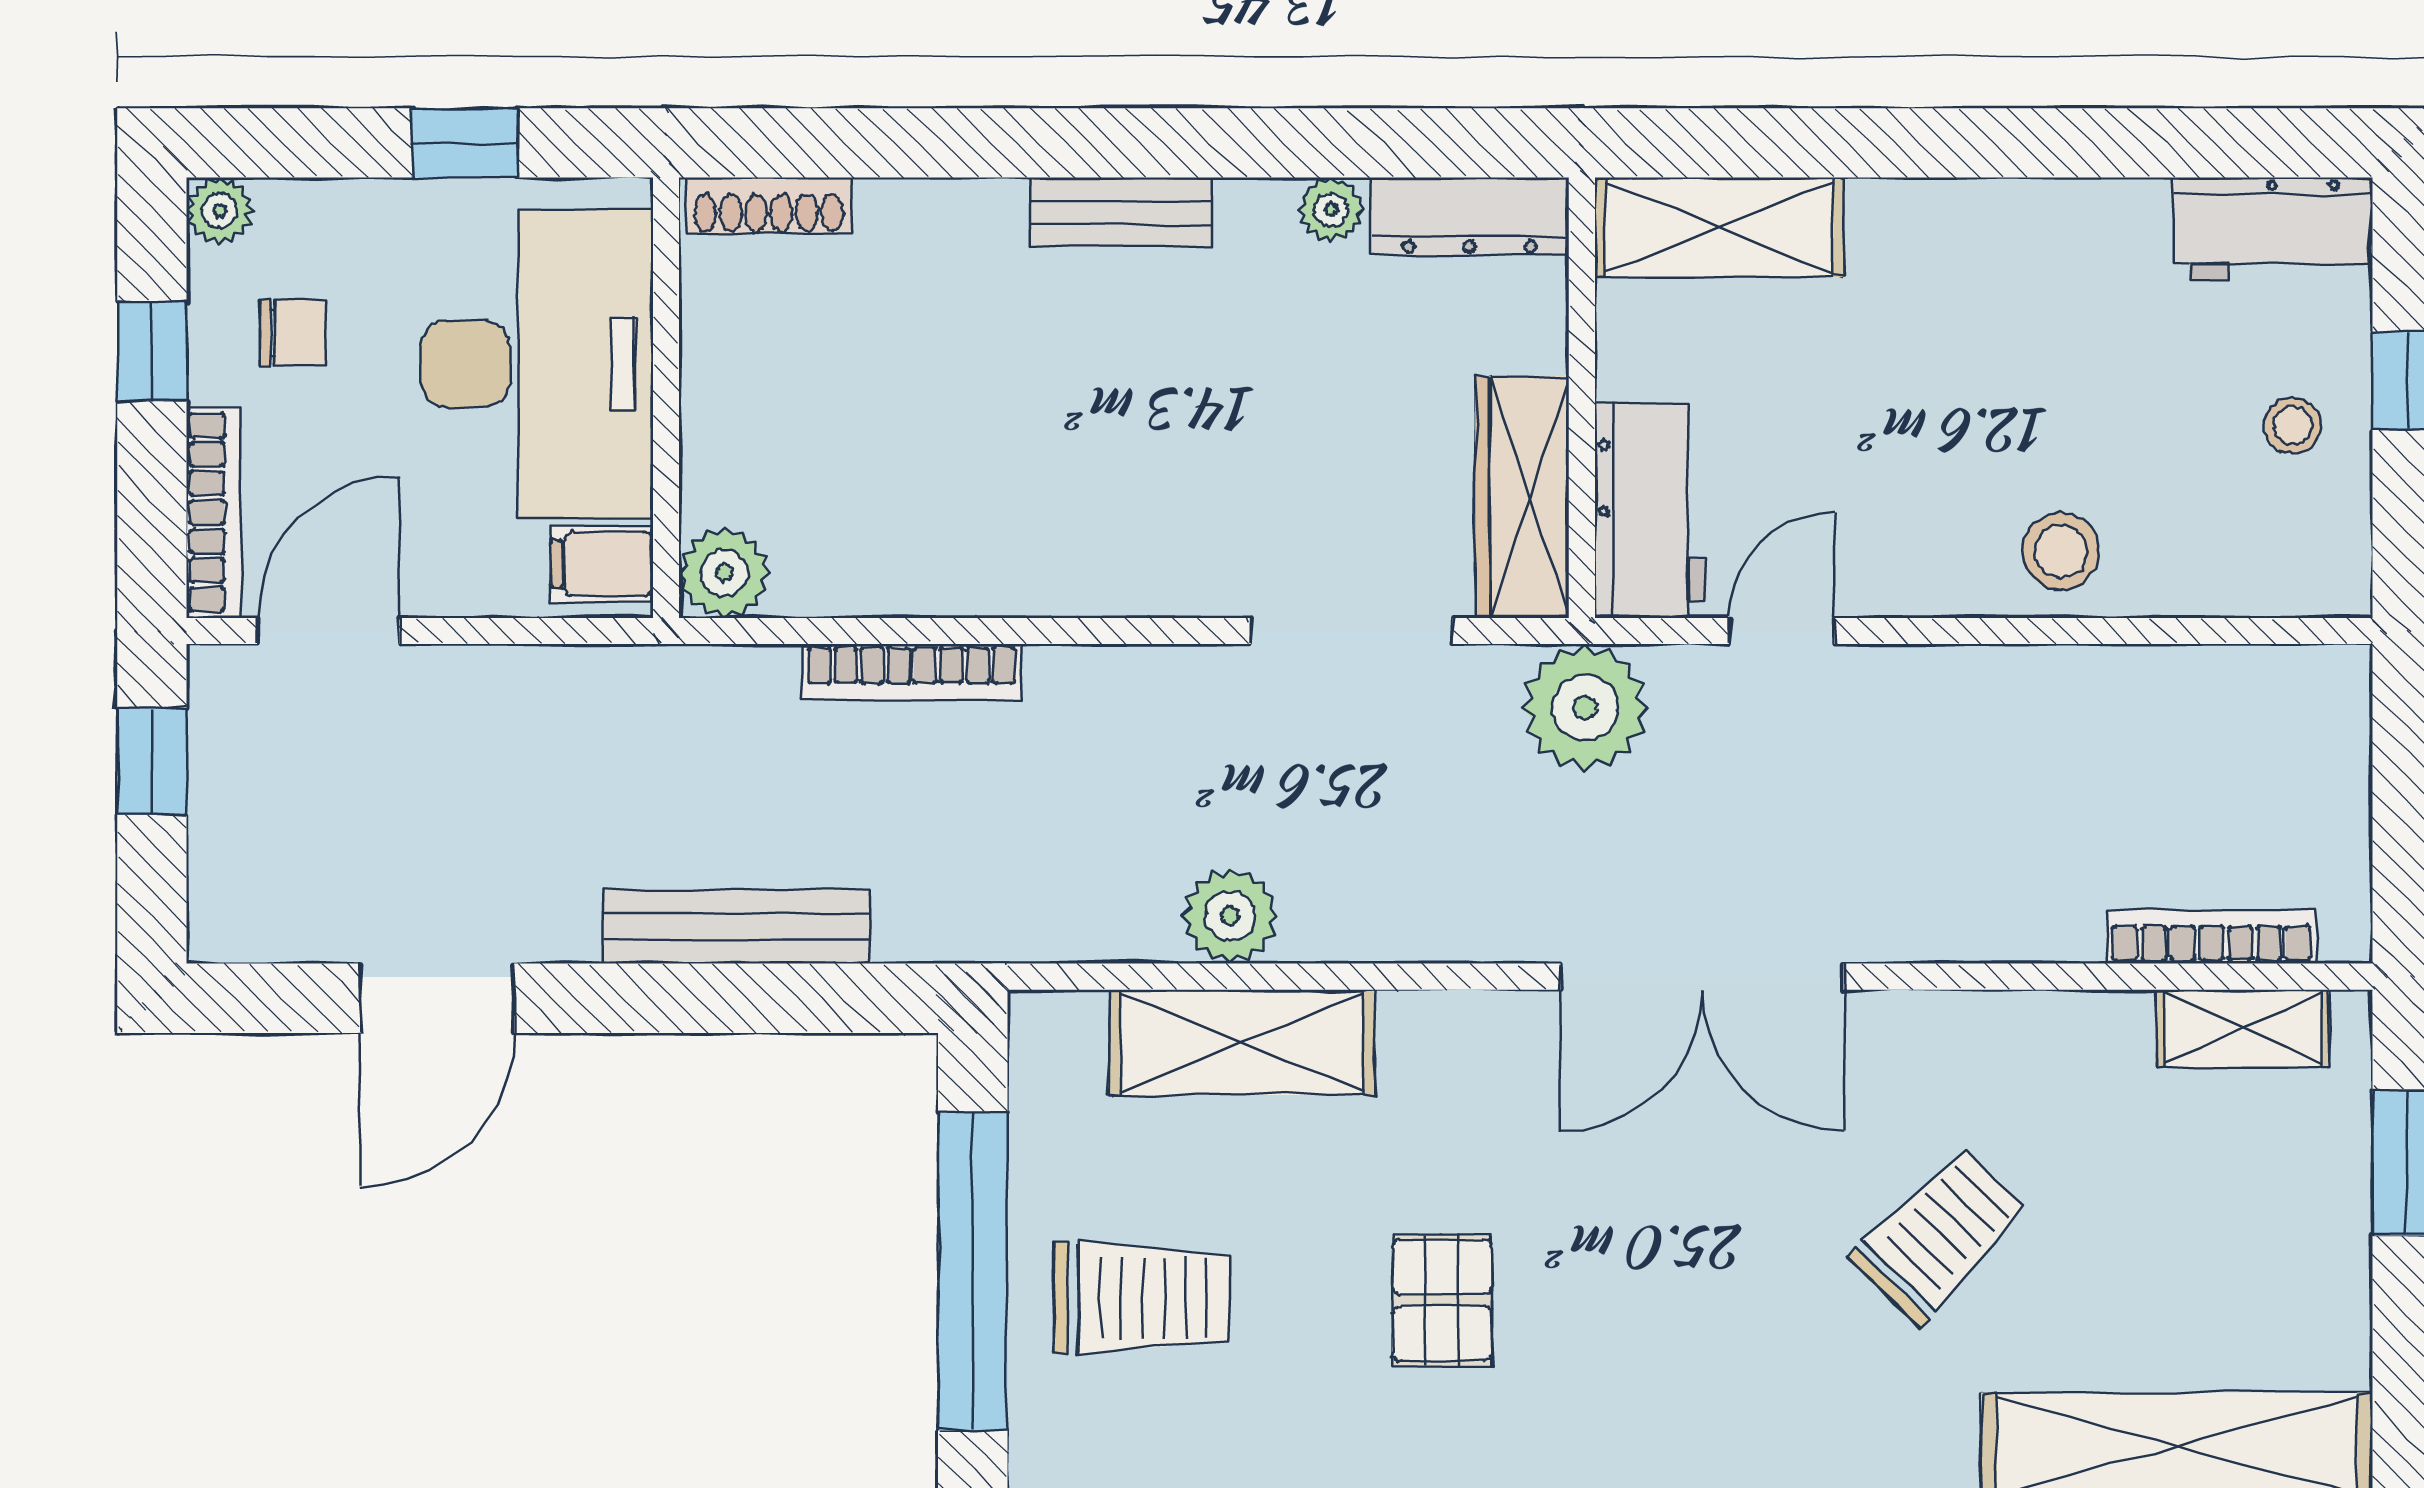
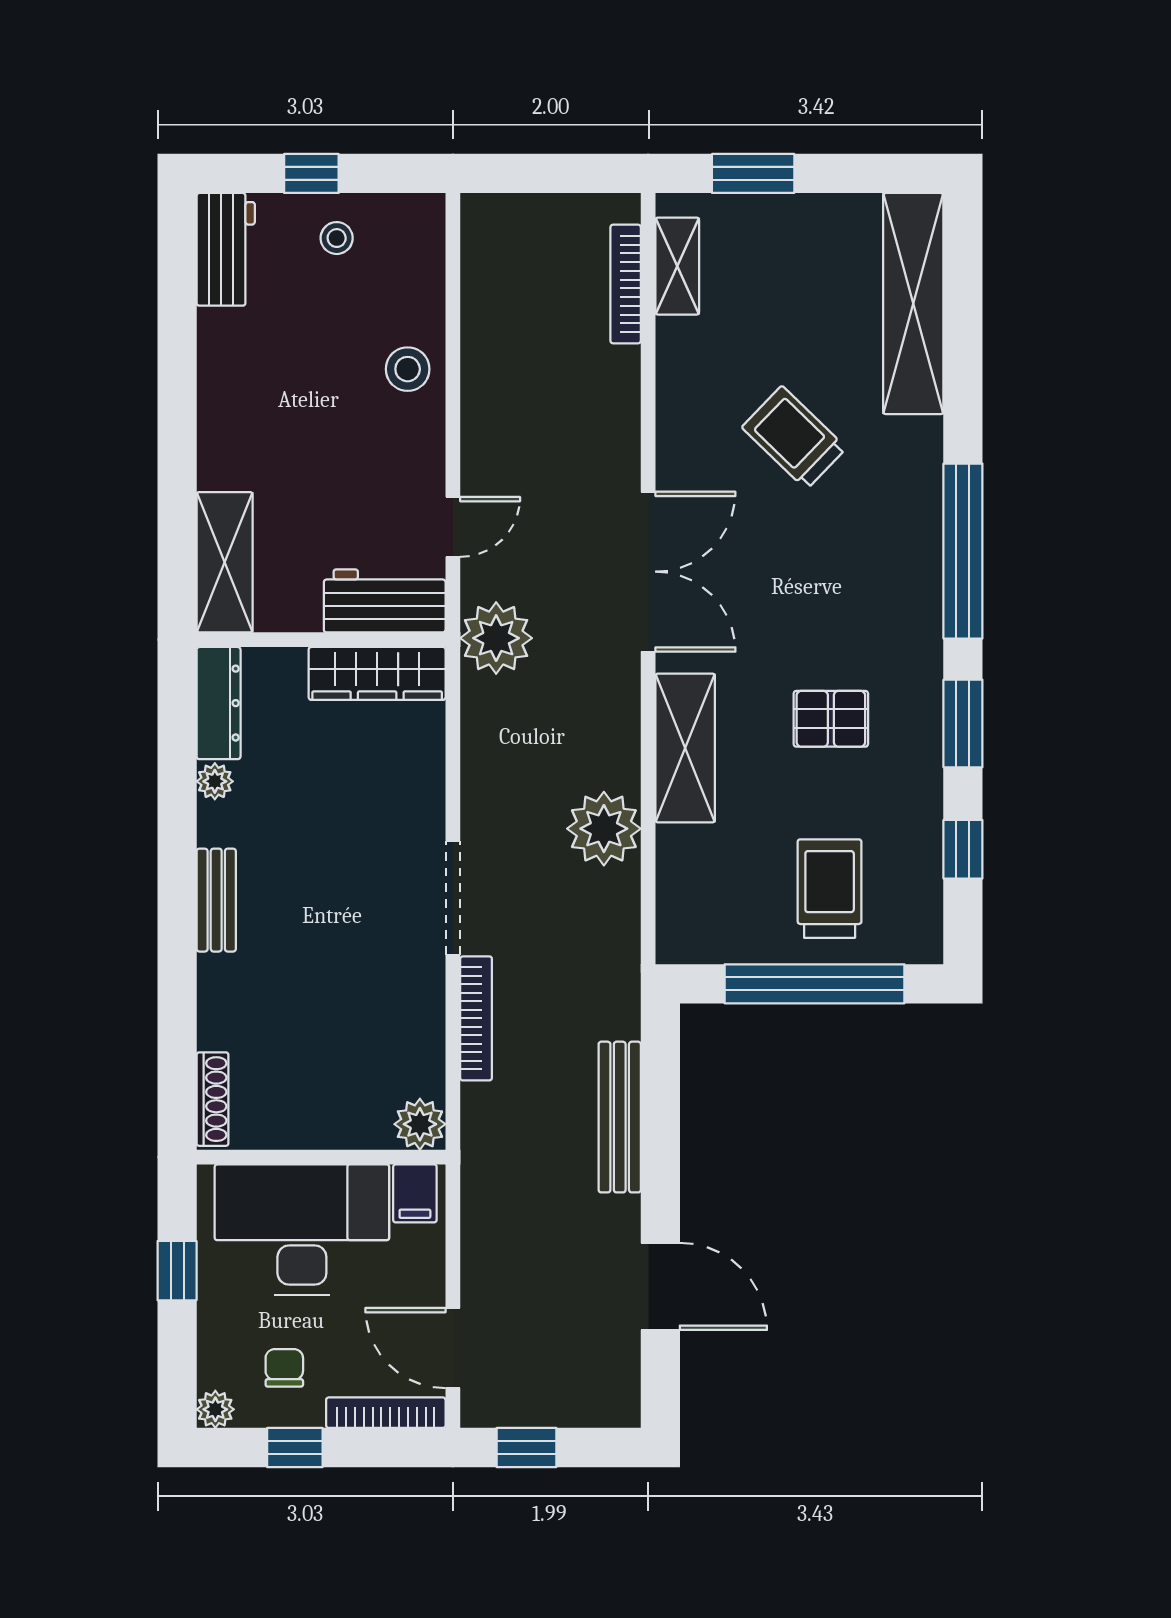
doorway: (1352, 631) -> (453, 898), moved
door: (1782, 631) -> (453, 527), swing flipped
plant: (1230, 916) -> (604, 829), width x1.36, depth x1.36
shelving: (1242, 1042) -> (685, 748), moved

